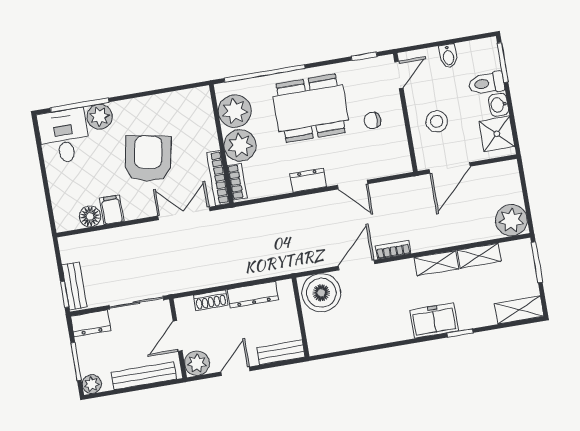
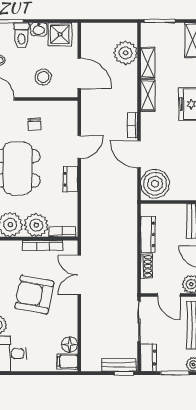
bookcase: (218, 178) -> (43, 245), moved
filing cabinet: (112, 210) -> (67, 361), moved
plant: (511, 220) -> (126, 53), moved

